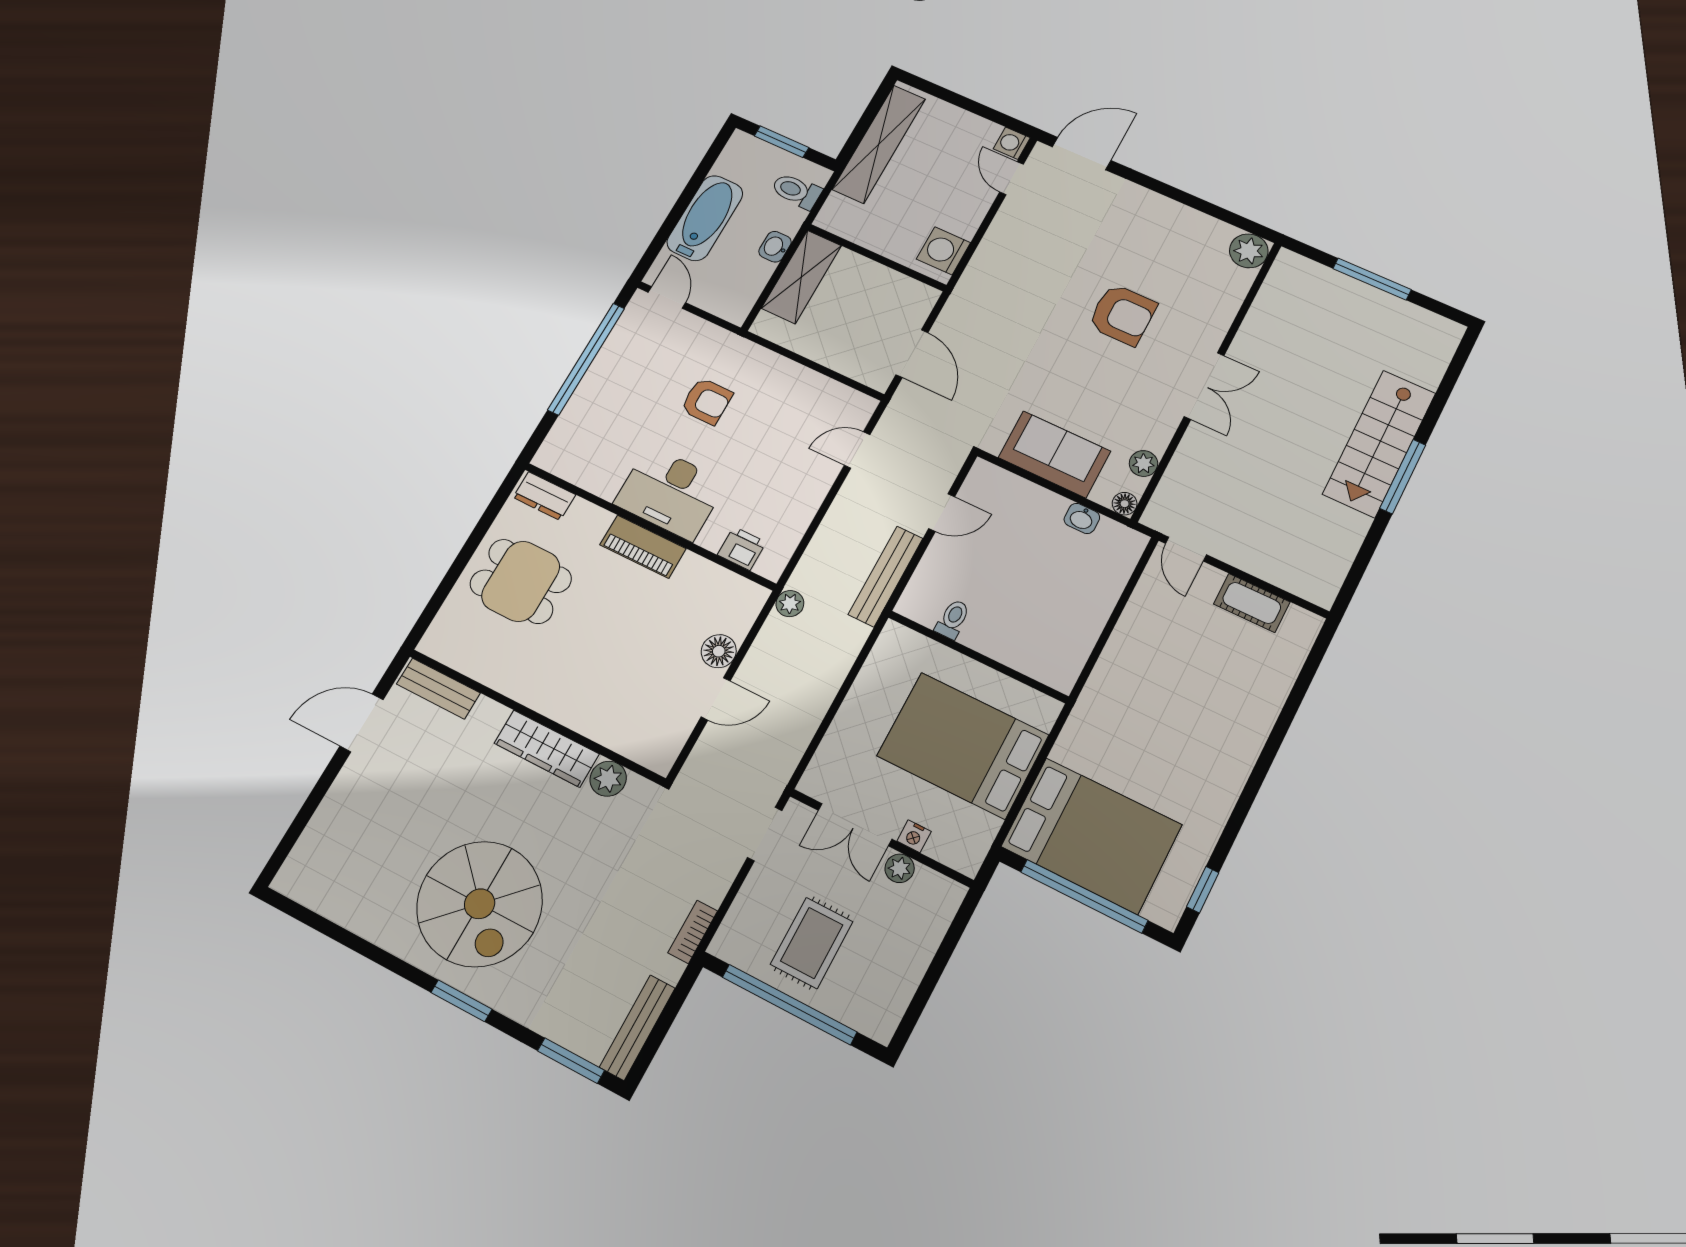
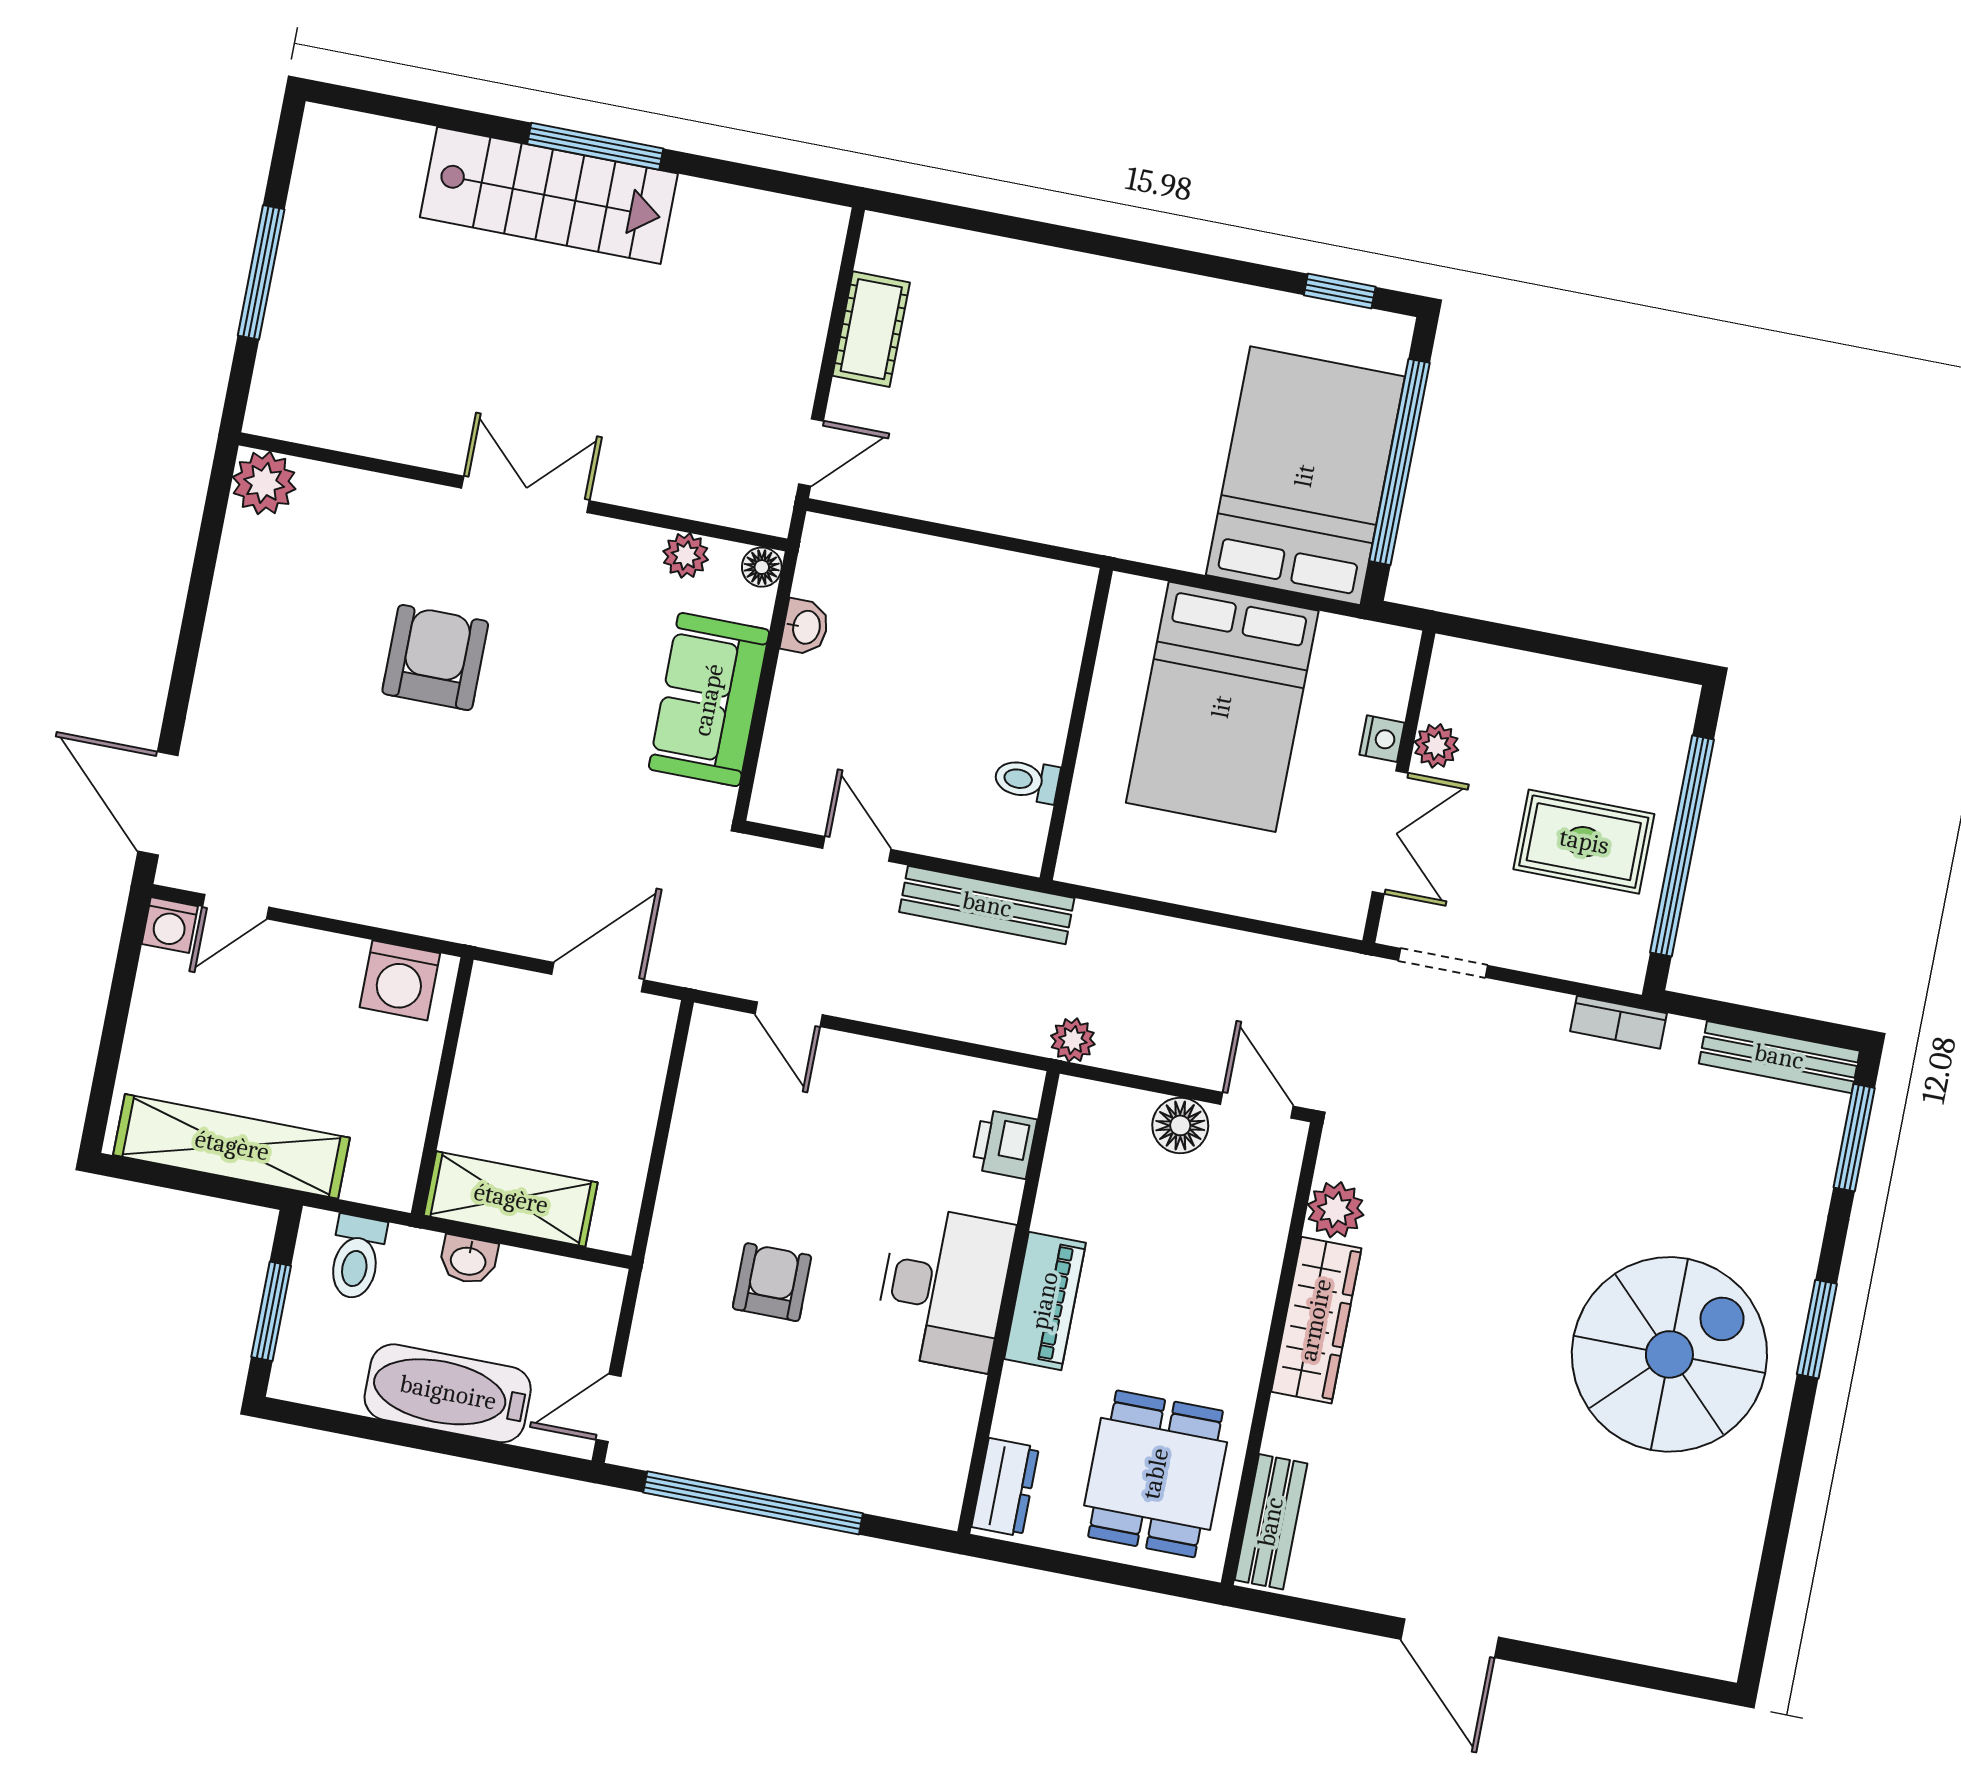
bench: (438, 688) -> (1271, 1522), moved
wall: (536, 717) -> (1272, 1354), moved
wardrobe: (547, 749) -> (1316, 1320), moved
plant: (608, 779) -> (1336, 1210), moved

